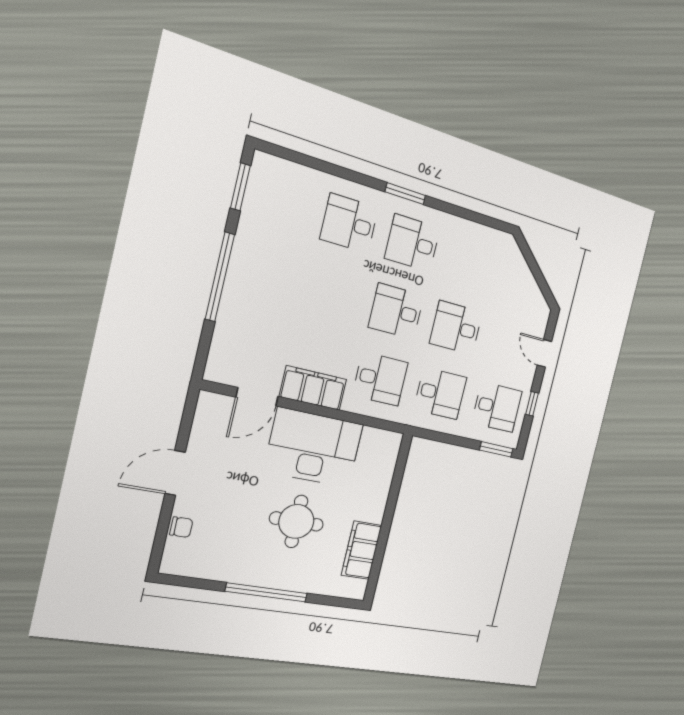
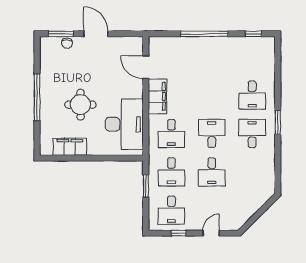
window: (240, 187) -> (253, 34), width x0.67
desk: (349, 223) -> (252, 95), turned 180
desk: (456, 328) -> (212, 172), turned 180
desk: (314, 448) -> (124, 124), moved
window: (496, 449) -> (146, 186), moved
window: (161, 535) -> (61, 34), added

